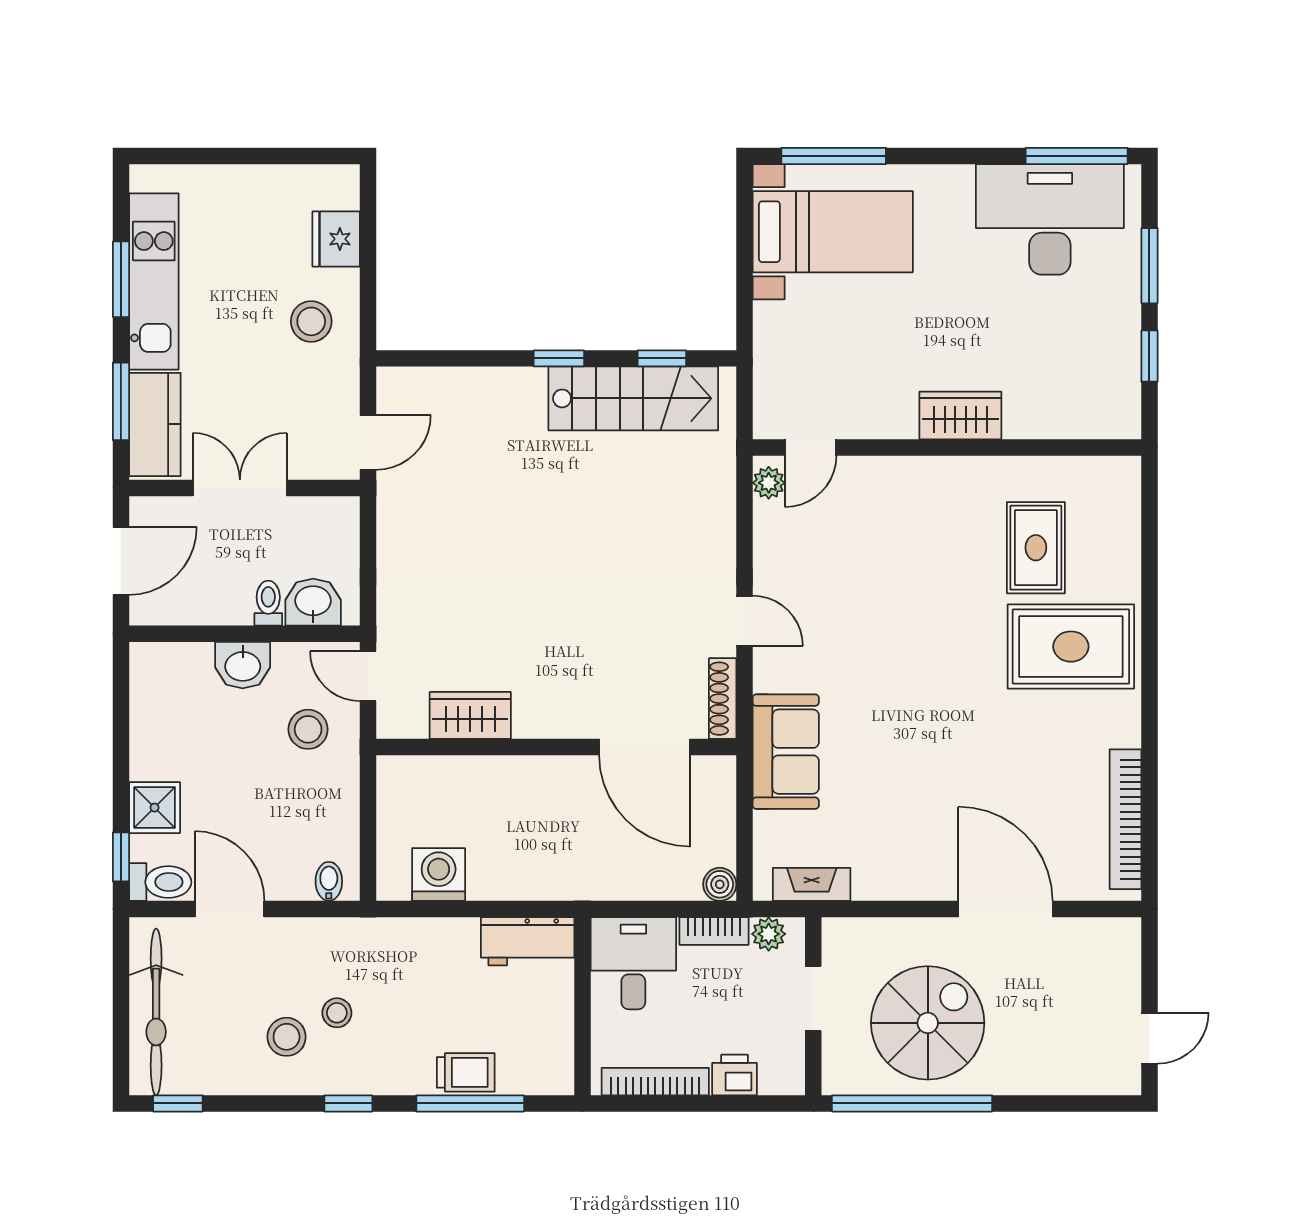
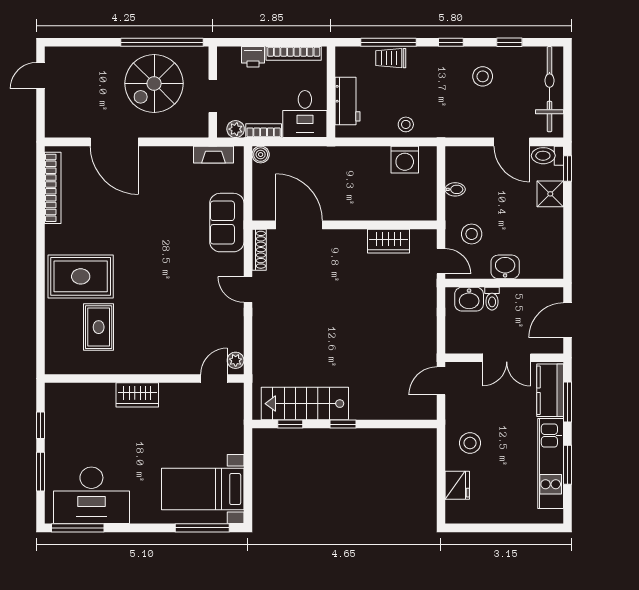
bidet: (329, 881) -> (455, 189), moved, turned -90
workbench: (528, 941) -> (347, 101), moved, turned 90
stool: (337, 1013) -> (406, 124), moved
window: (178, 1103) -> (509, 42), moved

